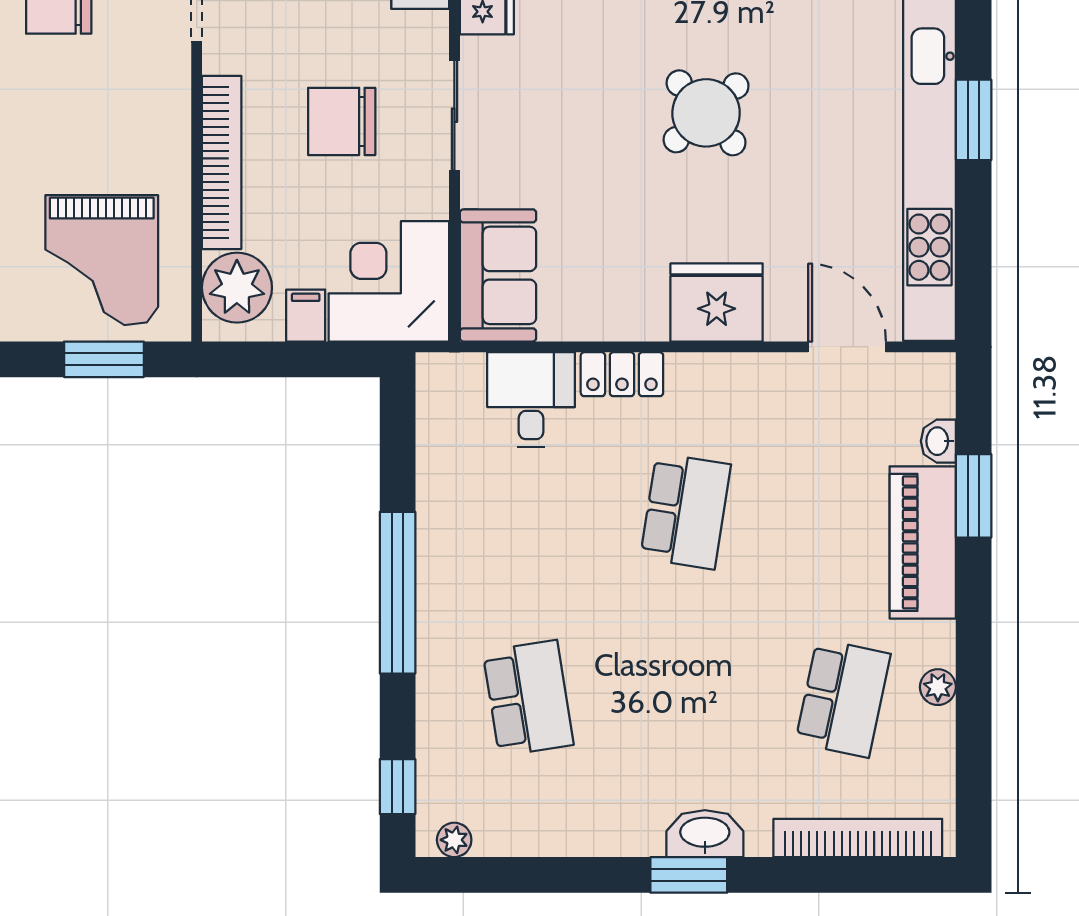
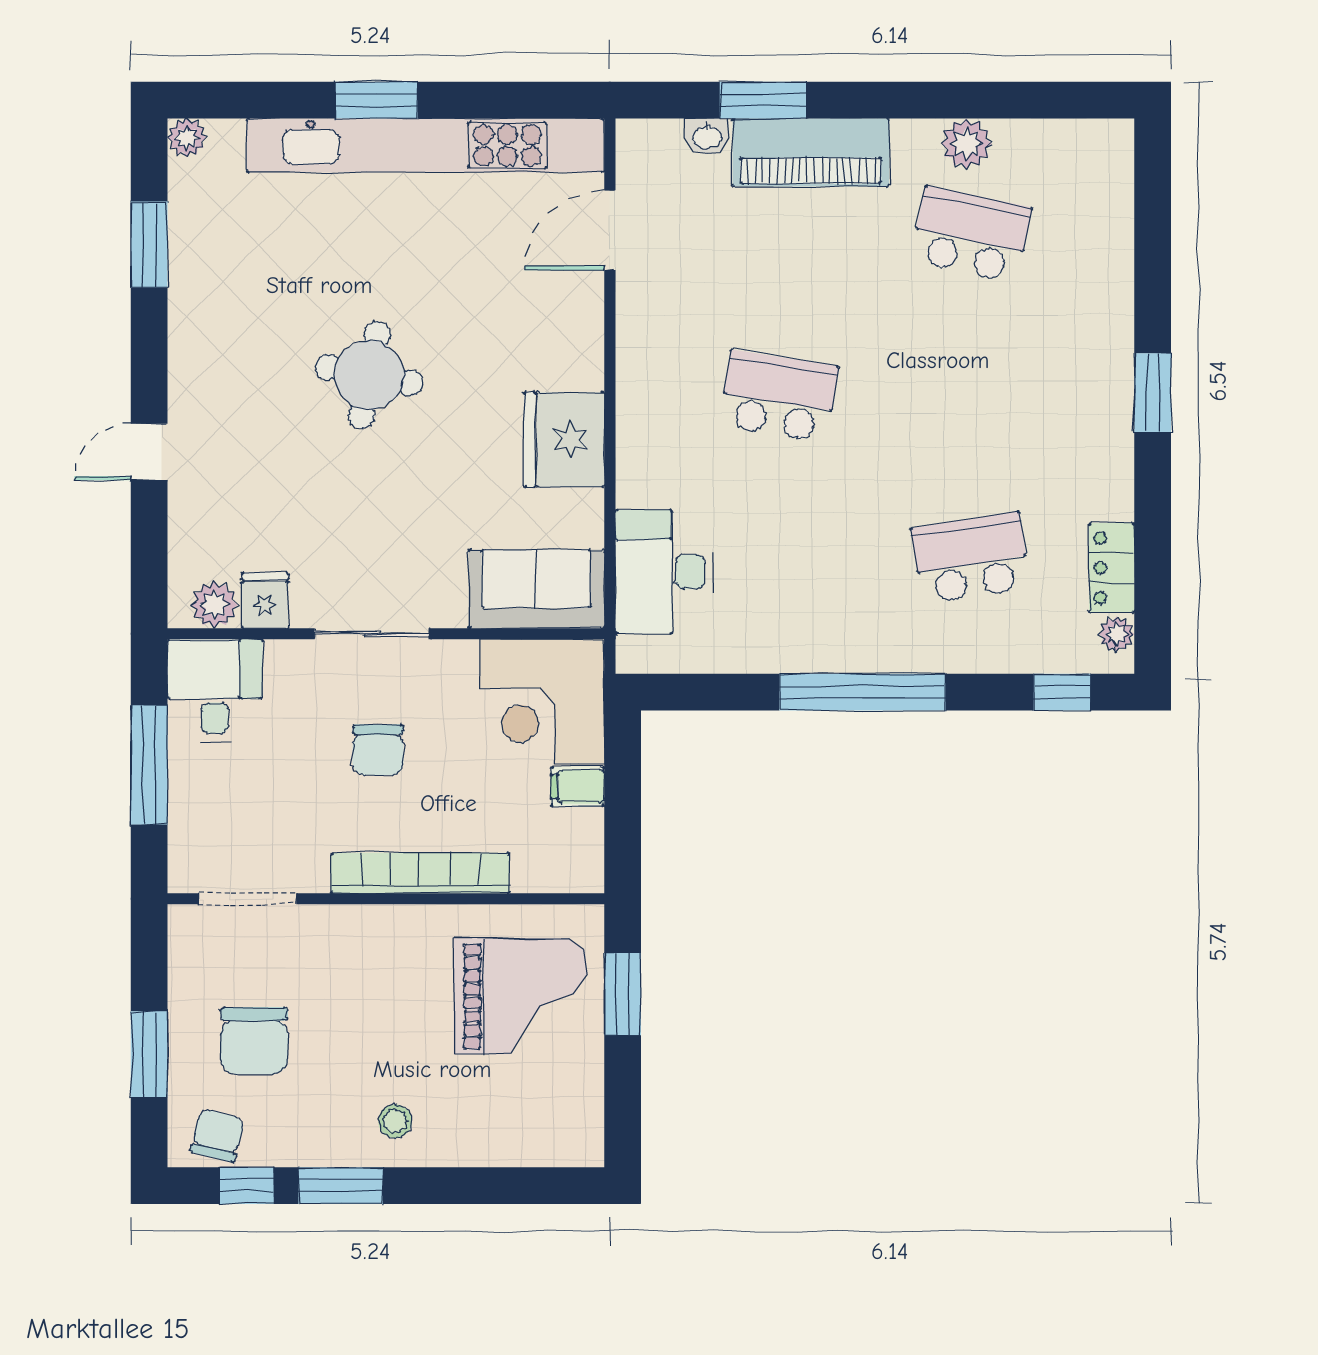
round table: (706, 113) -> (369, 375), turned -37
chair: (342, 121) -> (378, 750), width x0.73, depth x0.73
plant: (237, 288) -> (549, 857), removed
fridge: (717, 302) -> (564, 439), moved
locker: (622, 374) -> (1112, 568), moved, turned 180
desk: (531, 400) -> (664, 572), width x1.37
plant: (938, 687) -> (966, 144), width x1.38, depth x1.38
washbasin: (705, 834) -> (1110, 376), removed
bookcase: (858, 838) -> (1115, 219), removed

